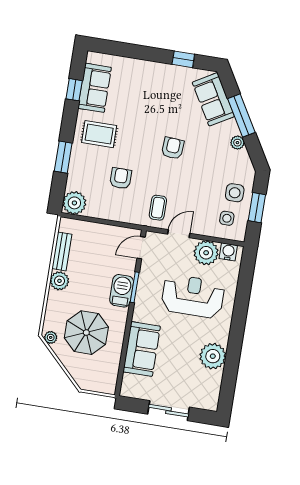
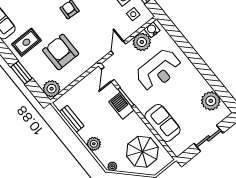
armchair: (121, 178) -> (61, 52), width x1.88, depth x1.88
coffee table: (158, 208) -> (94, 46), removed
plant: (59, 281) -> (94, 144), moved
reception desk: (193, 296) -> (159, 70), turned 180
parasol: (86, 333) -> (142, 152), moved
plant: (213, 356) -> (211, 101), moved

